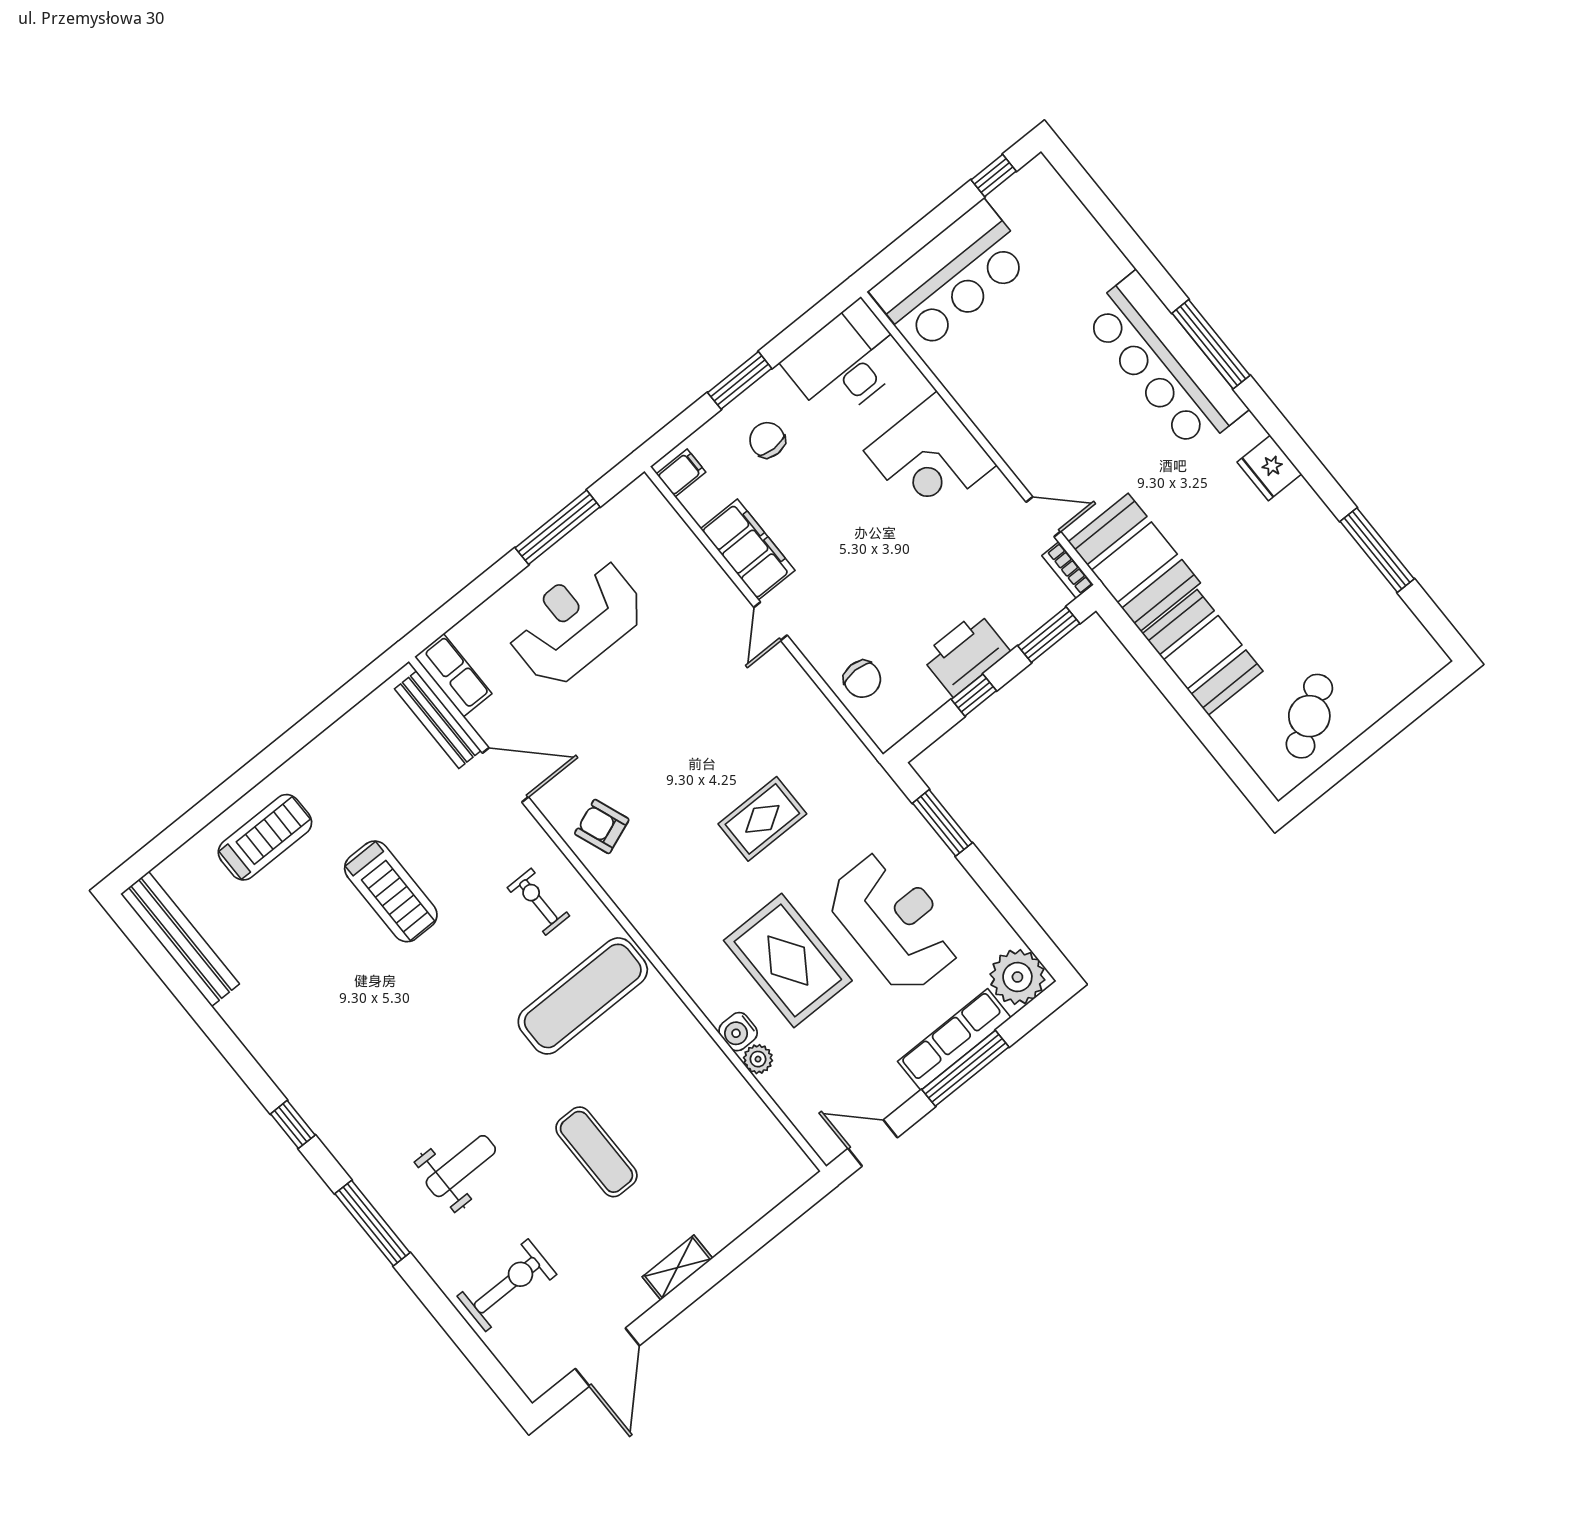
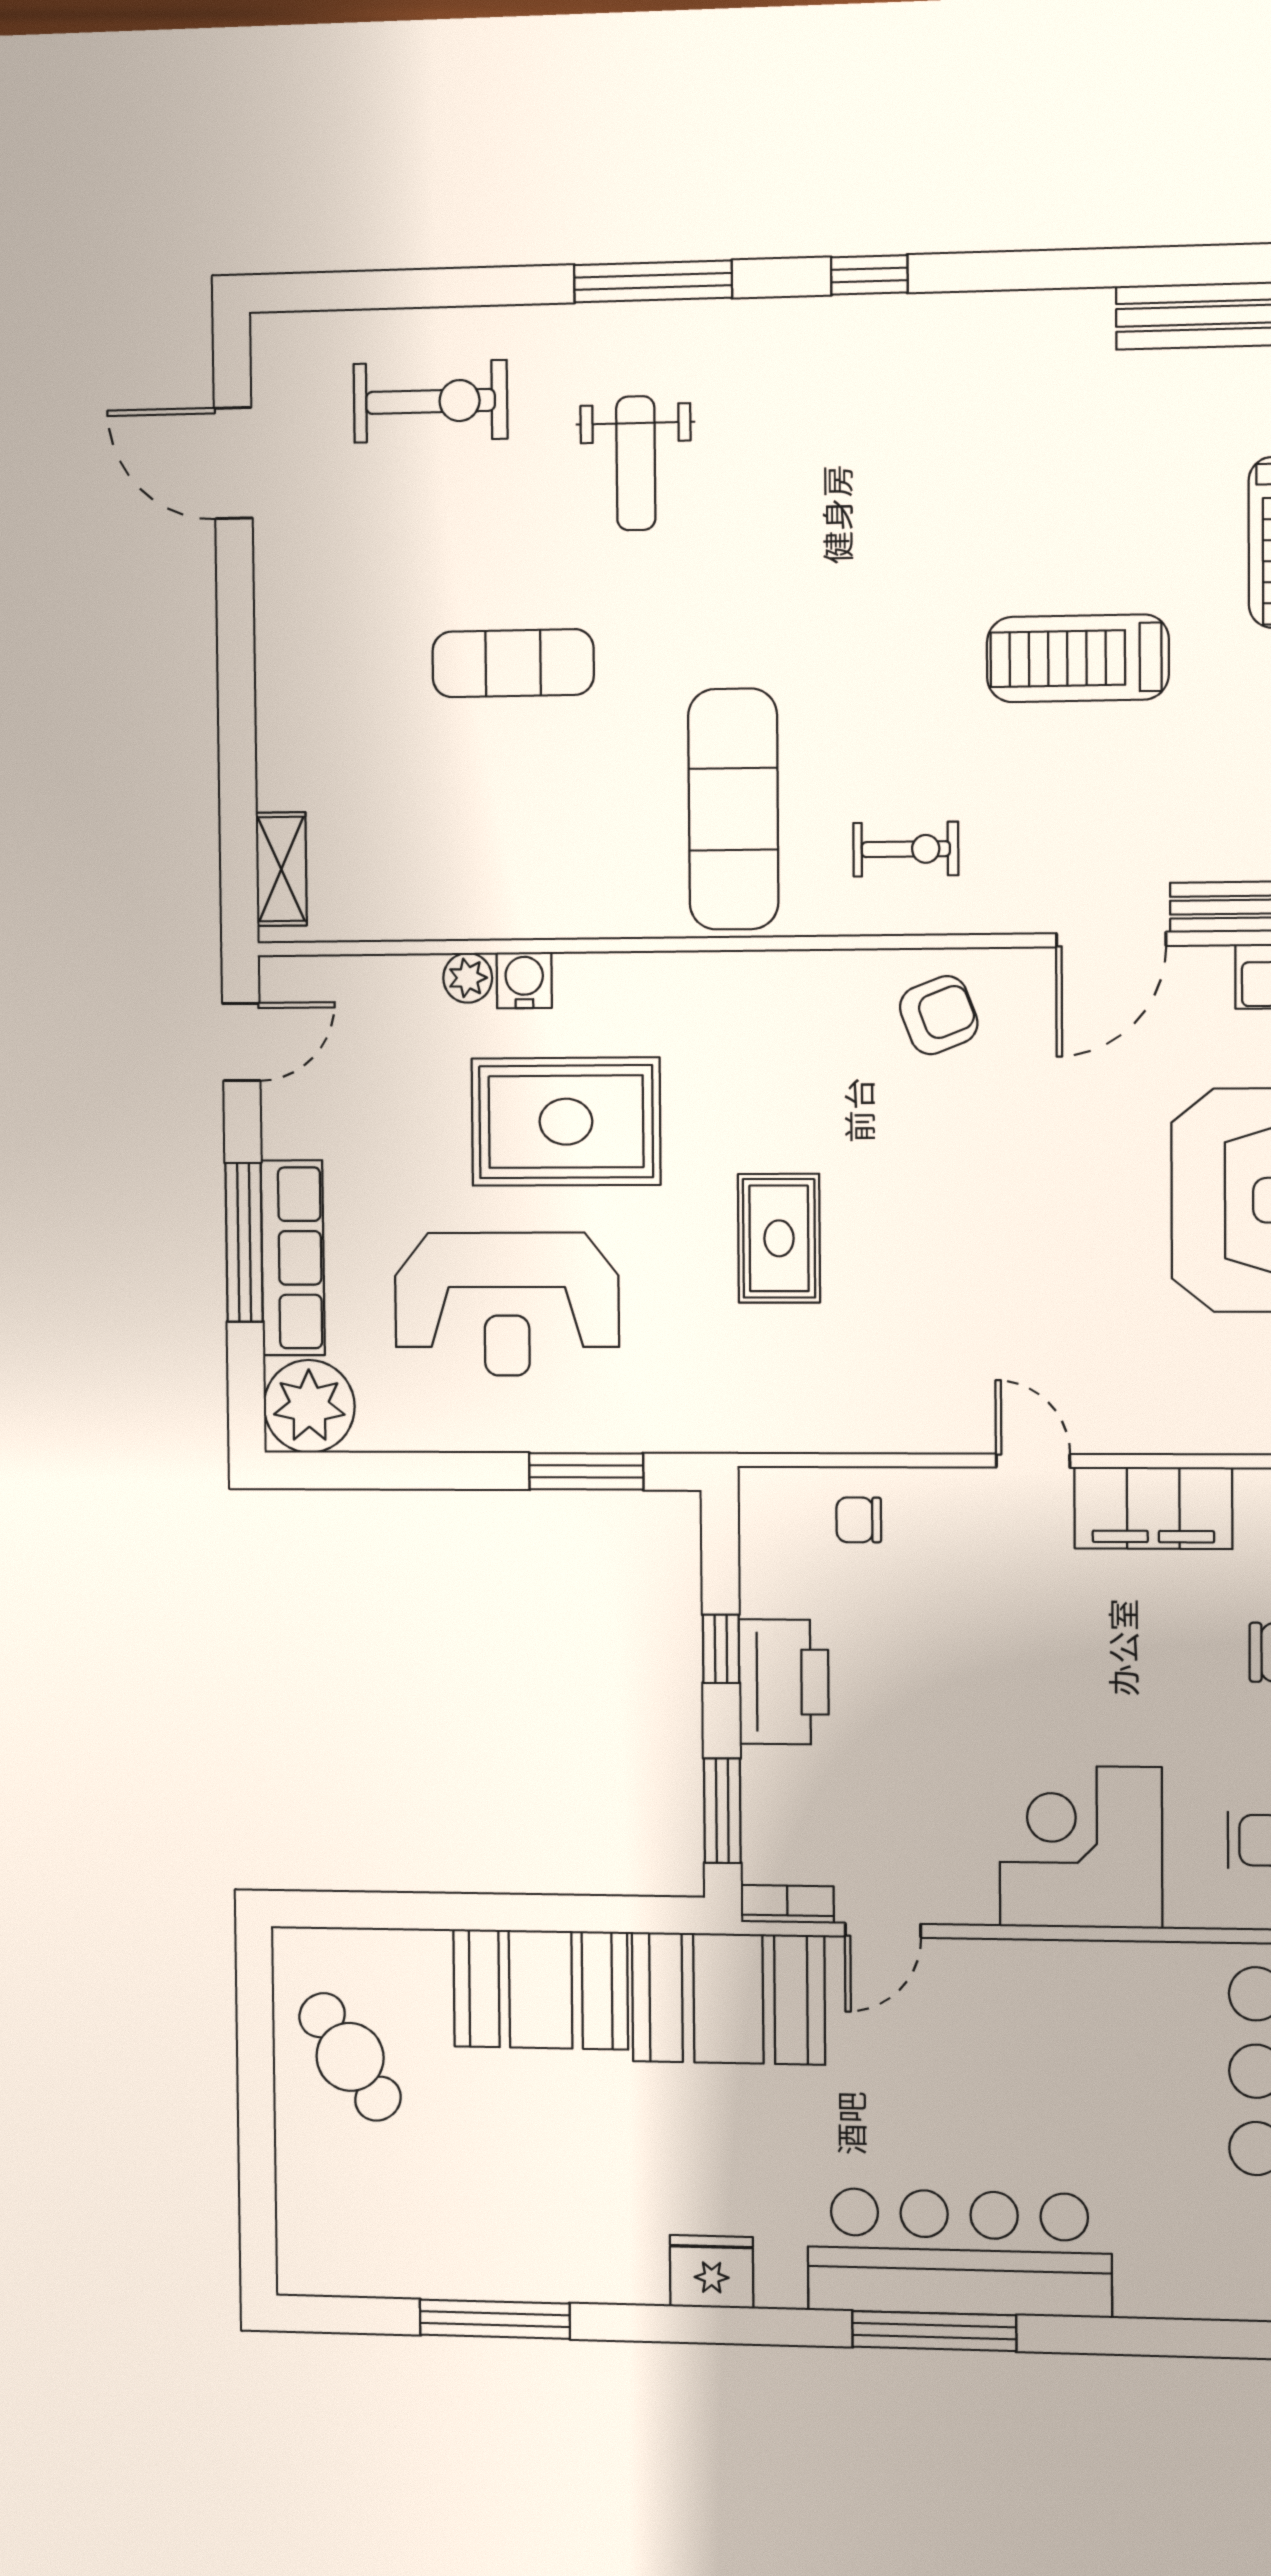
chair: (862, 679) -> (859, 1520), width x0.73, depth x0.73
shelving: (677, 1268) -> (281, 869), moved
exercise bike: (507, 1285) -> (430, 401), turned -90

